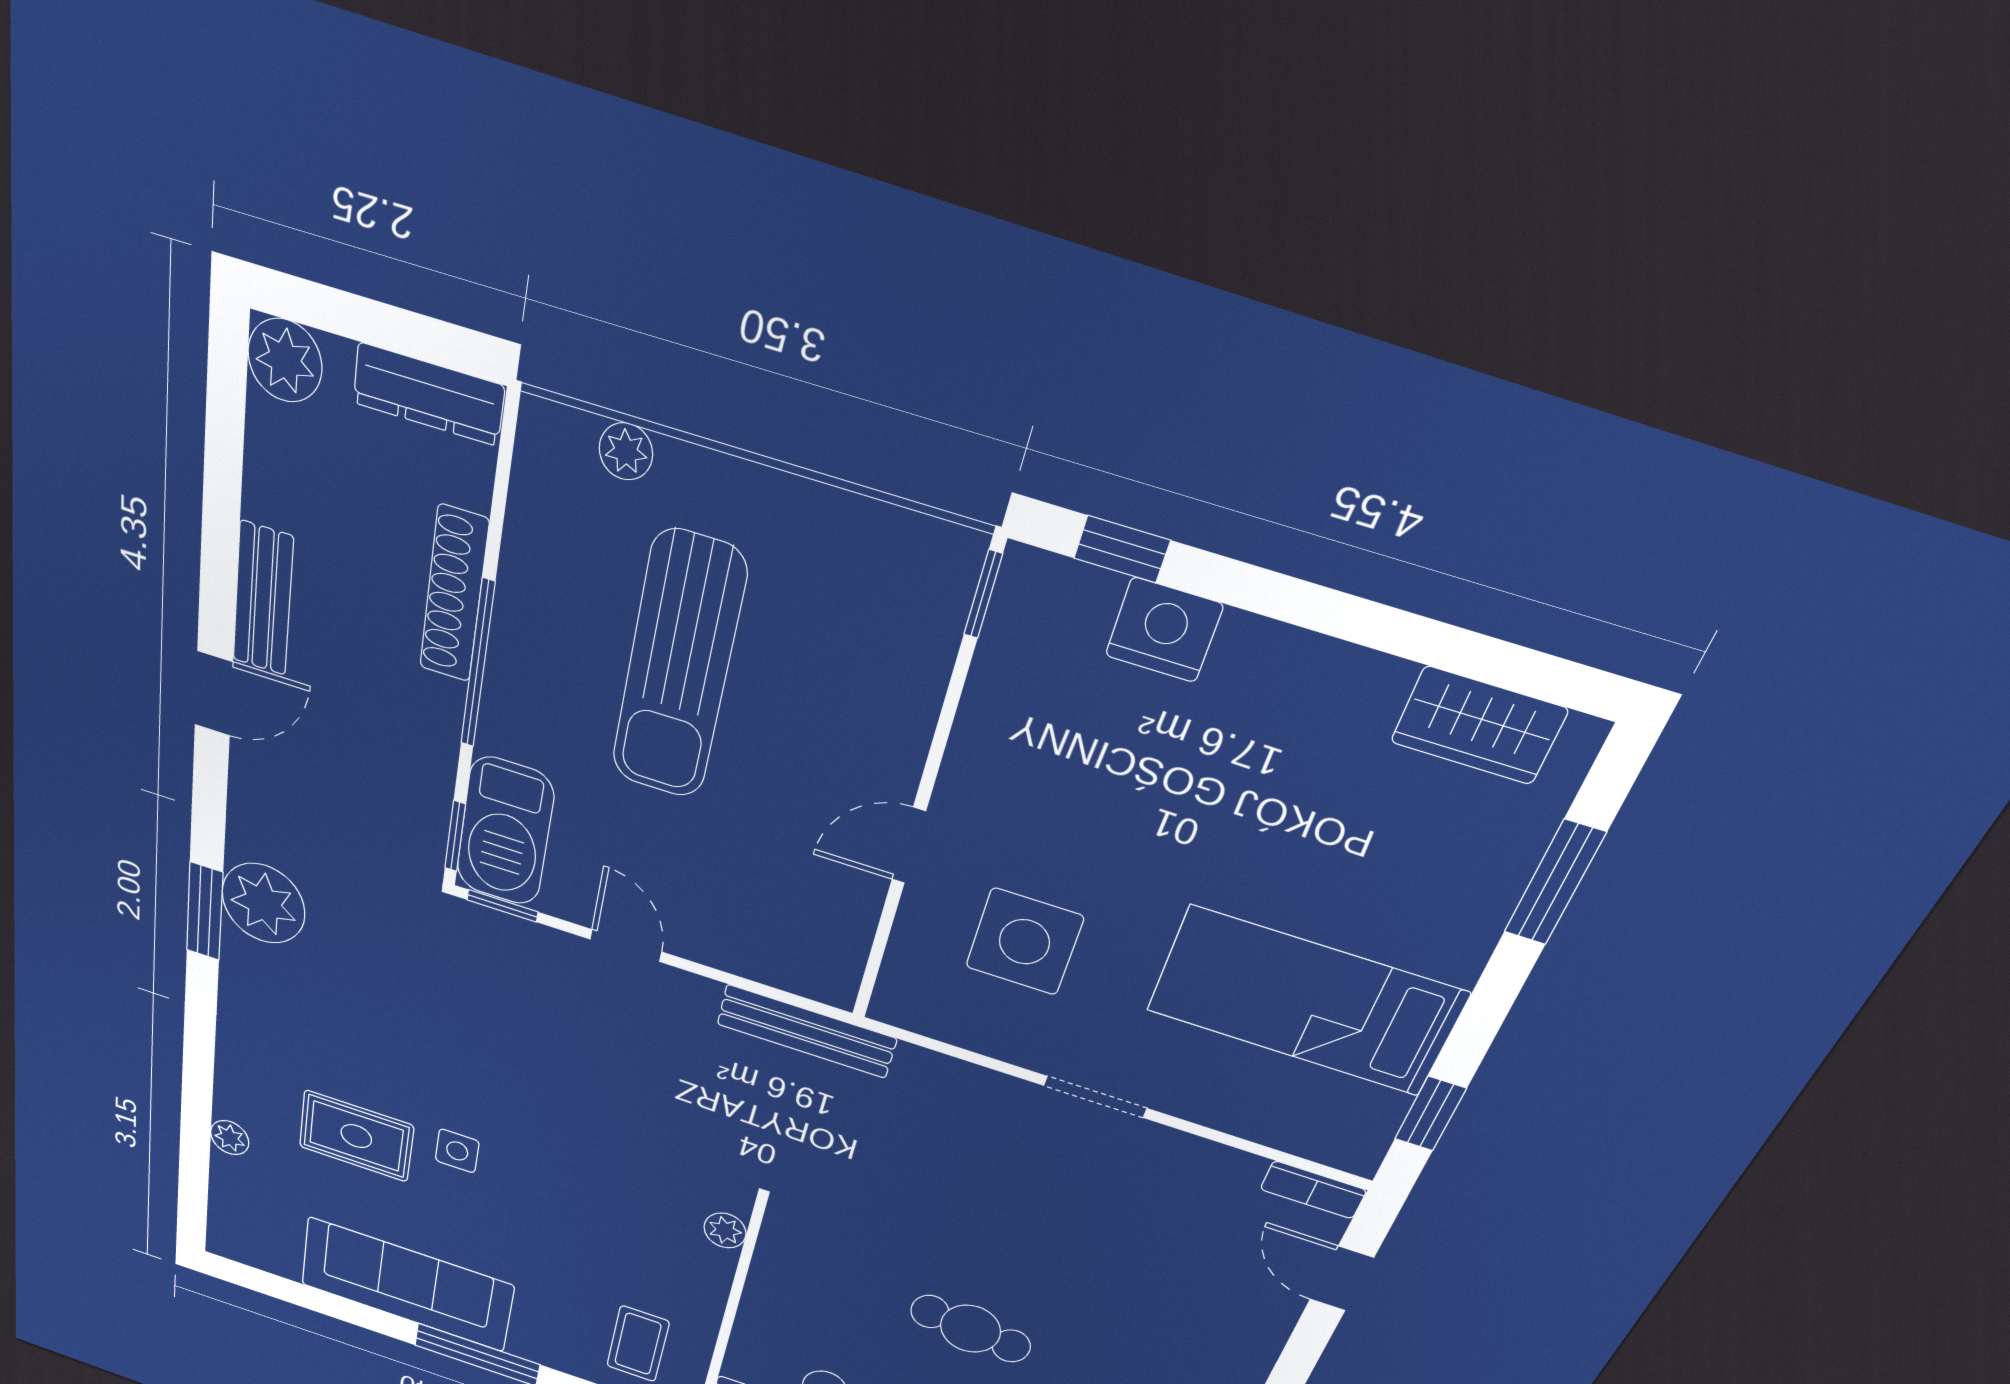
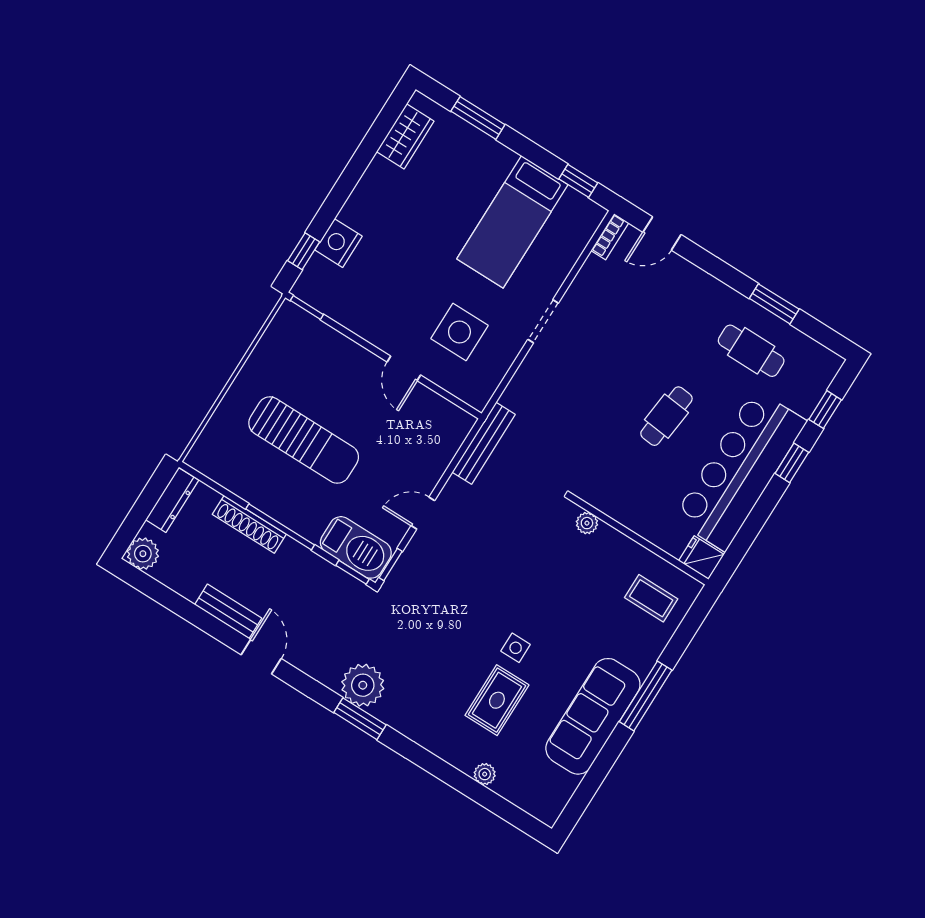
plant: (626, 451) -> (215, 429), removed

